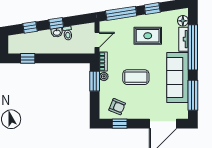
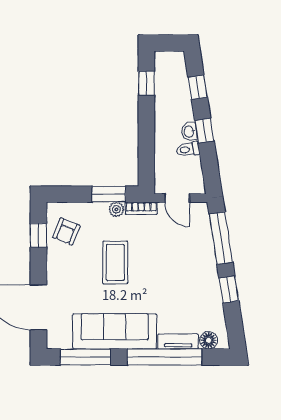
rug: (148, 36) -> (184, 282), removed

